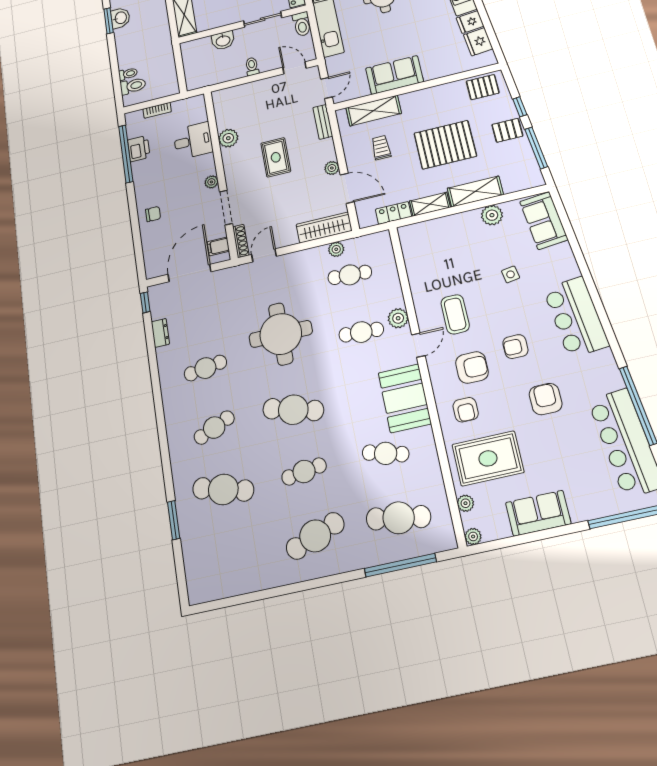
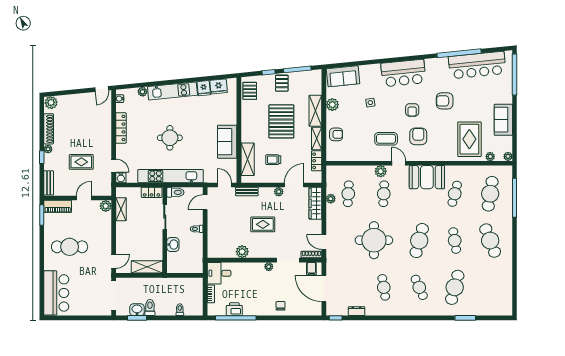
toilet: (133, 86) -> (150, 308), moved
desk: (193, 141) -> (219, 273), moved, turned -90
armchair: (466, 410) -> (336, 134), moved

